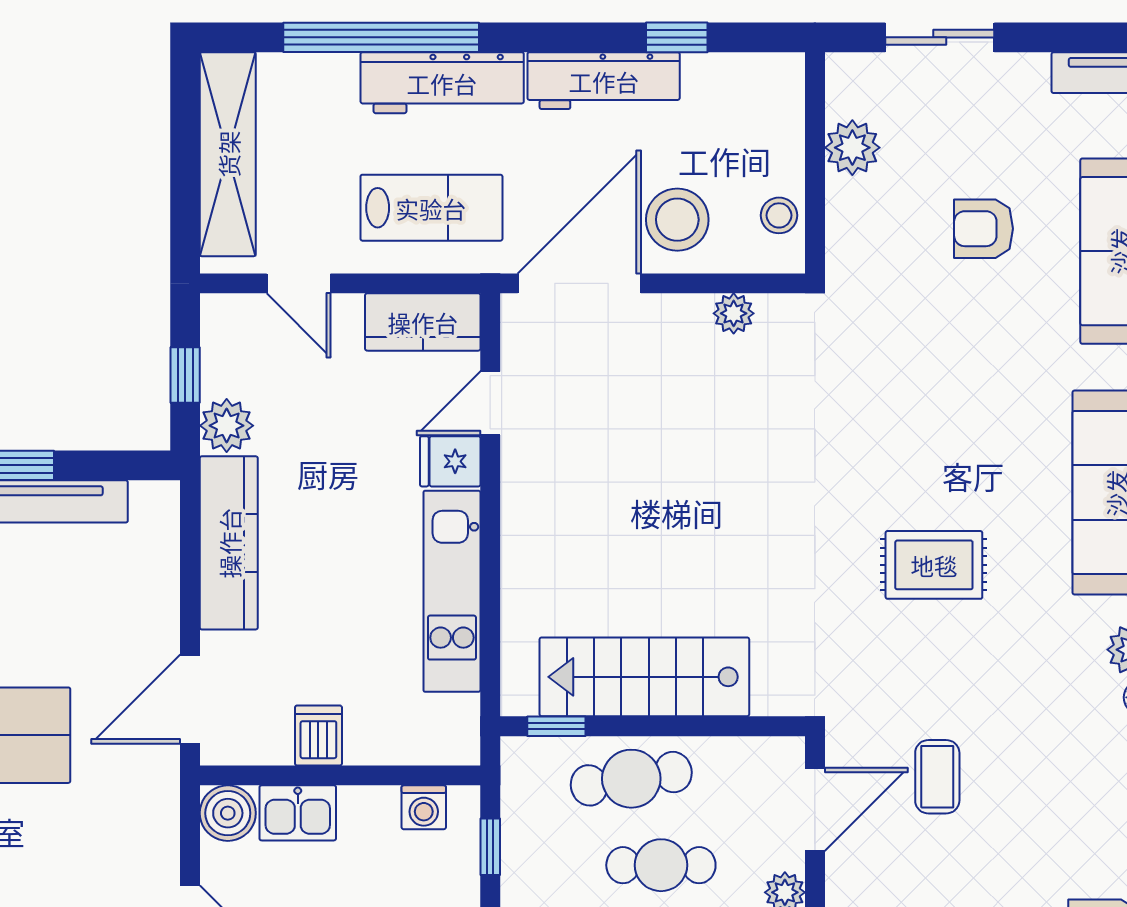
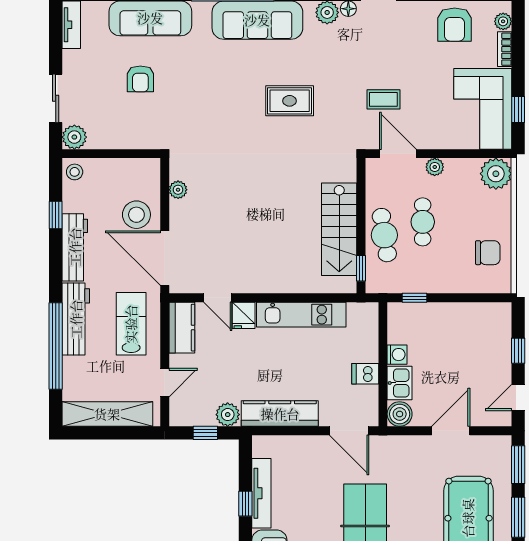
plant: (852, 148) -> (74, 137), moved
stool: (779, 215) -> (75, 172), moved
rug: (934, 565) -> (290, 101), turned 90
washing machine: (424, 807) -> (397, 355), moved

